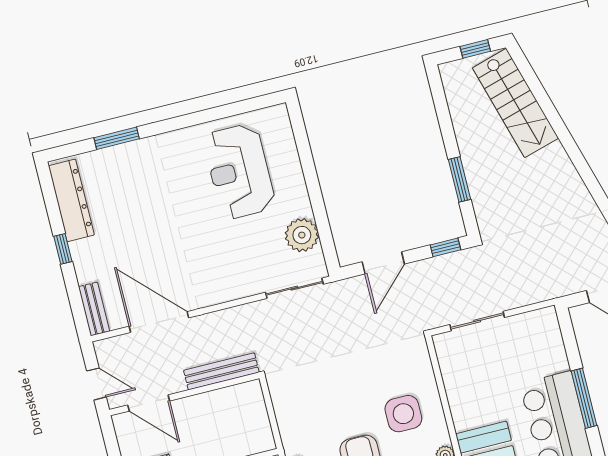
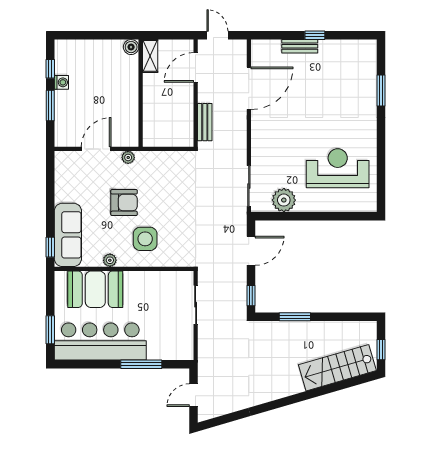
dresser: (71, 200) -> (346, 49), removed
door: (383, 263) -> (251, 251), swing flipped
bench: (94, 309) -> (300, 46), moved
bench: (221, 371) -> (205, 122), width x0.73
door: (96, 384) -> (217, 35), swing flipped
window: (584, 398) -> (141, 364), moved

